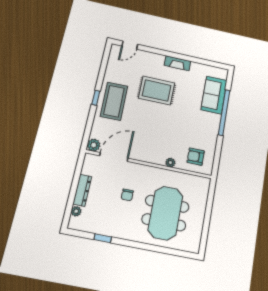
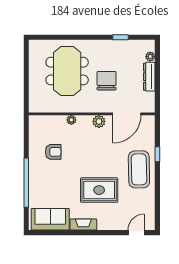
sofa: (214, 95) -> (50, 219), moved, turned -90
window: (96, 98) -> (157, 154), moved
plant: (94, 145) -> (99, 121), moved
armchair: (196, 157) -> (53, 152), moved
chair: (127, 195) -> (107, 81), width x1.87, depth x1.87

